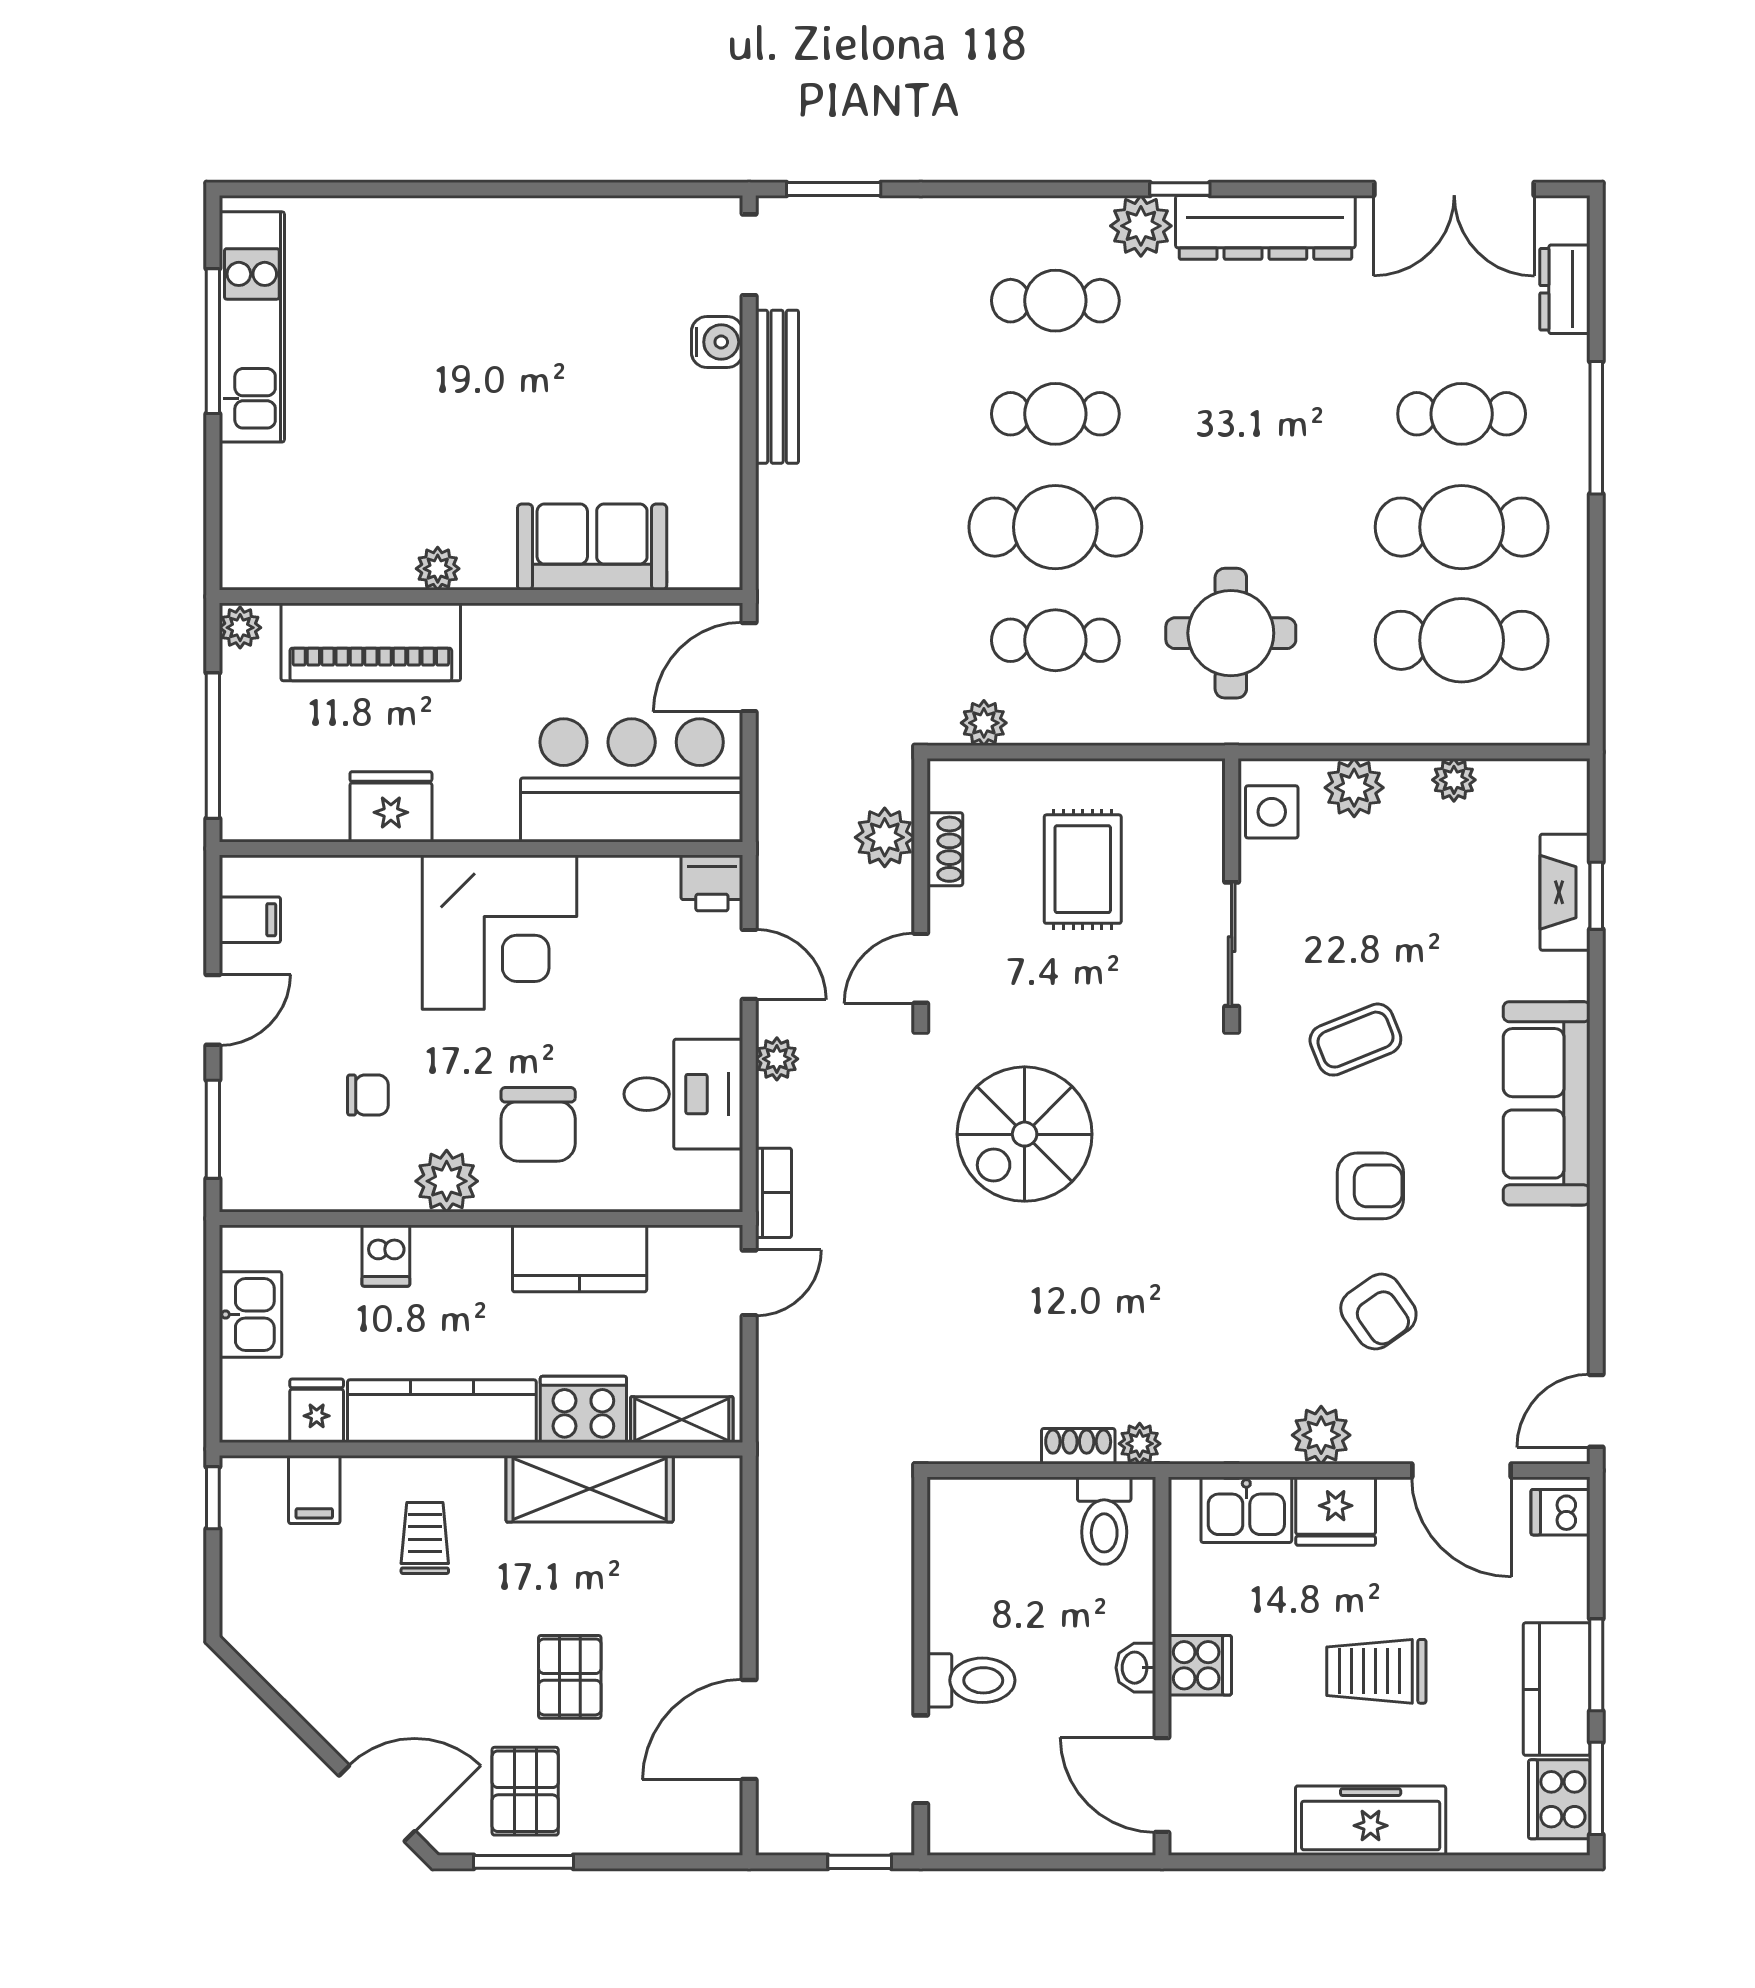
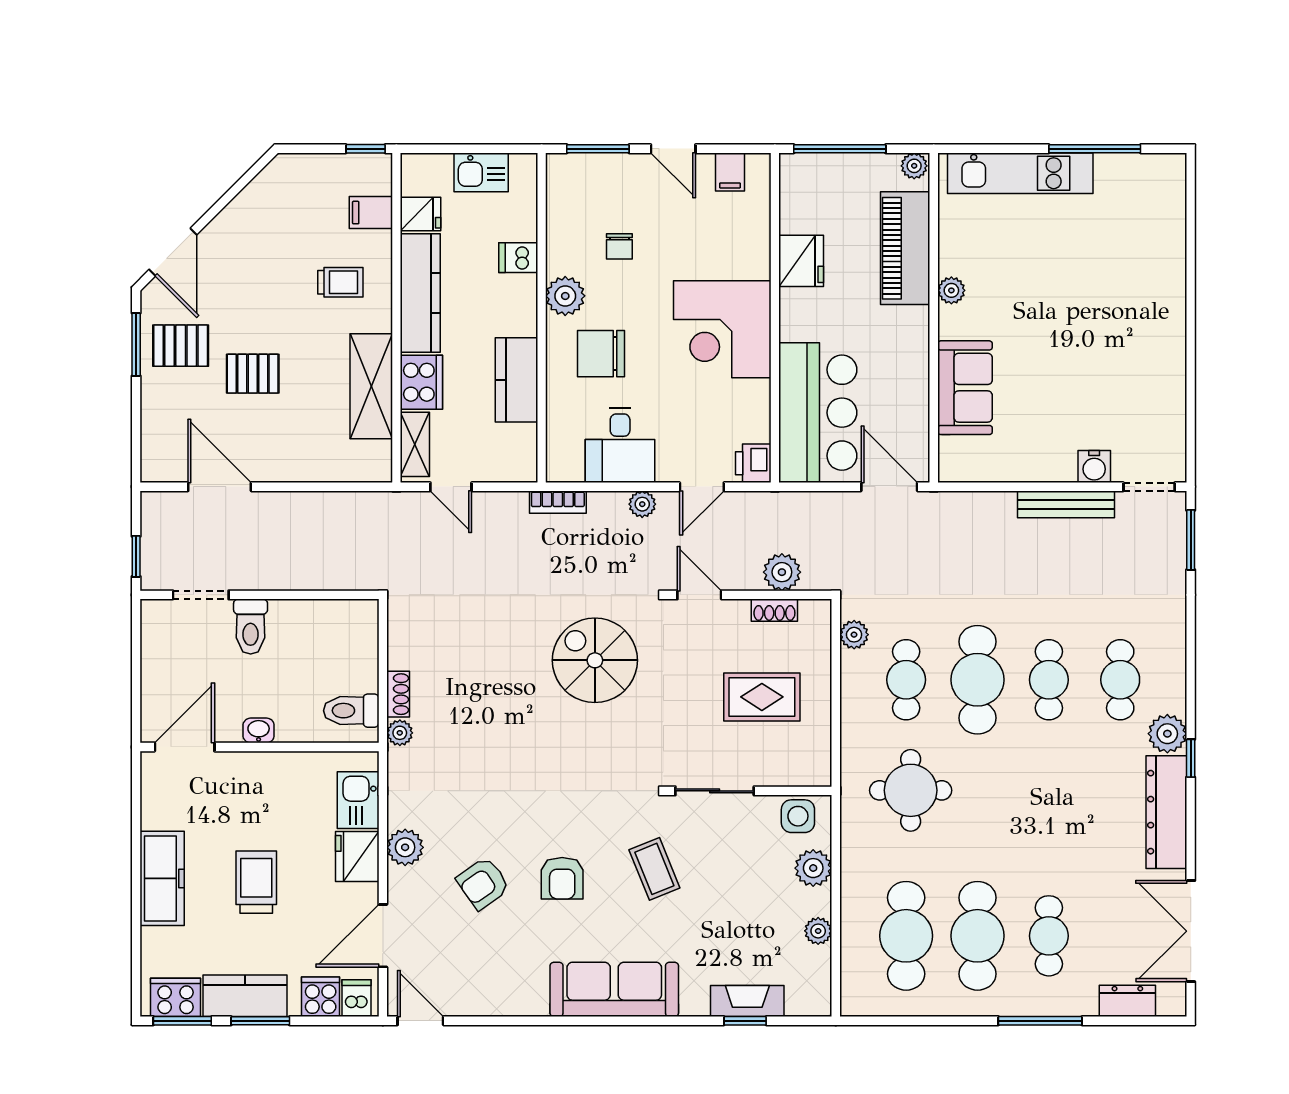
kitchen unit: (252, 327) -> (1020, 173), moved
door: (749, 1283) -> (451, 487), moved
cooker: (1200, 1665) -> (321, 997), moved, turned 180

